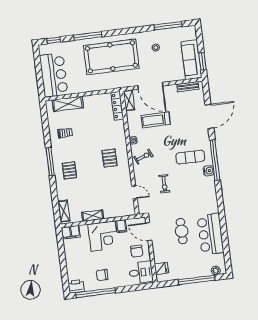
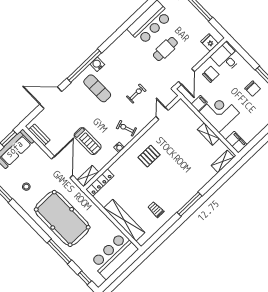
shelving: (68, 104) -> (124, 220), width x1.47
pallet: (69, 170) -> (185, 182), removed

